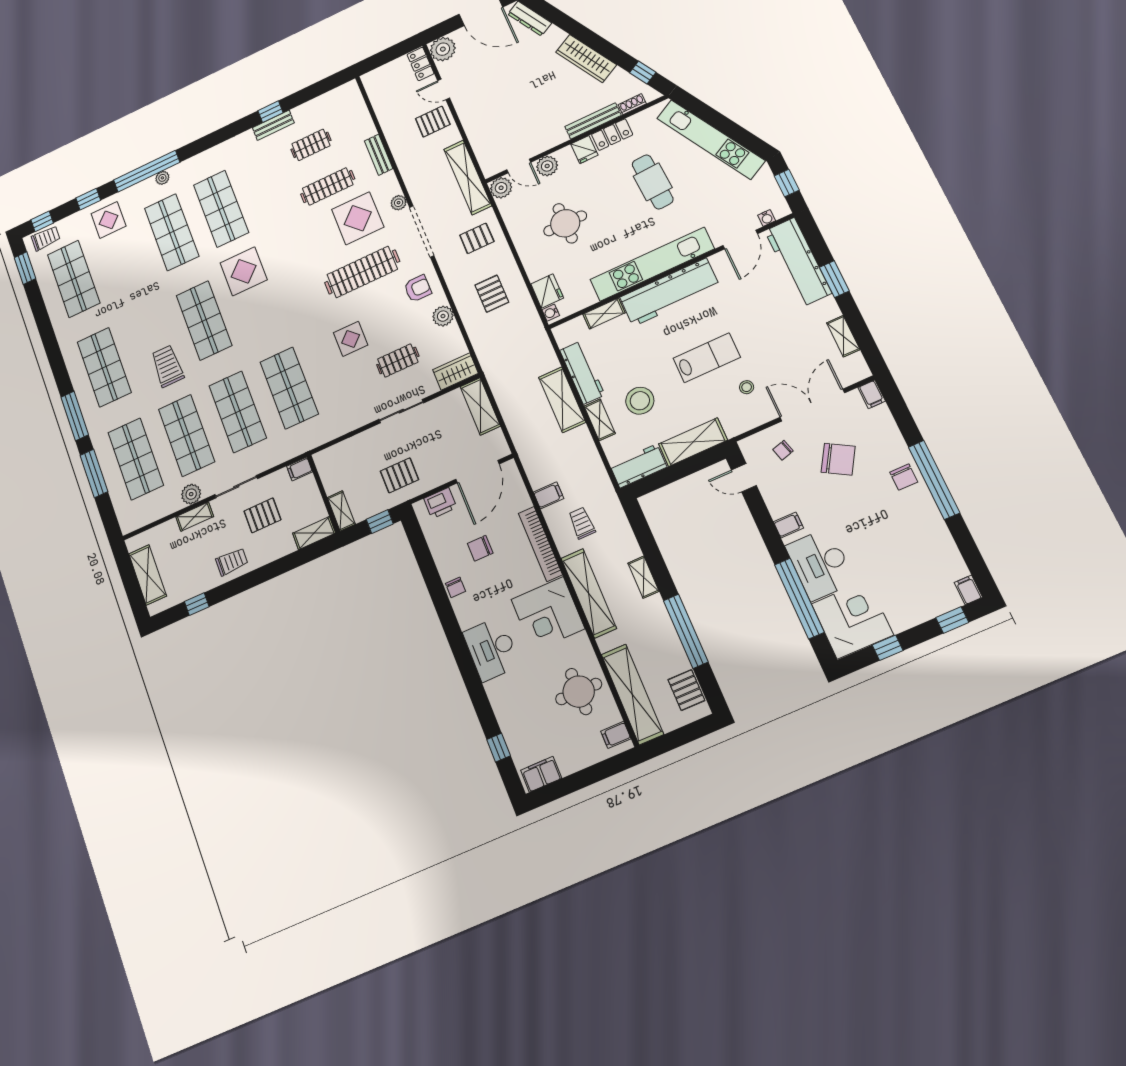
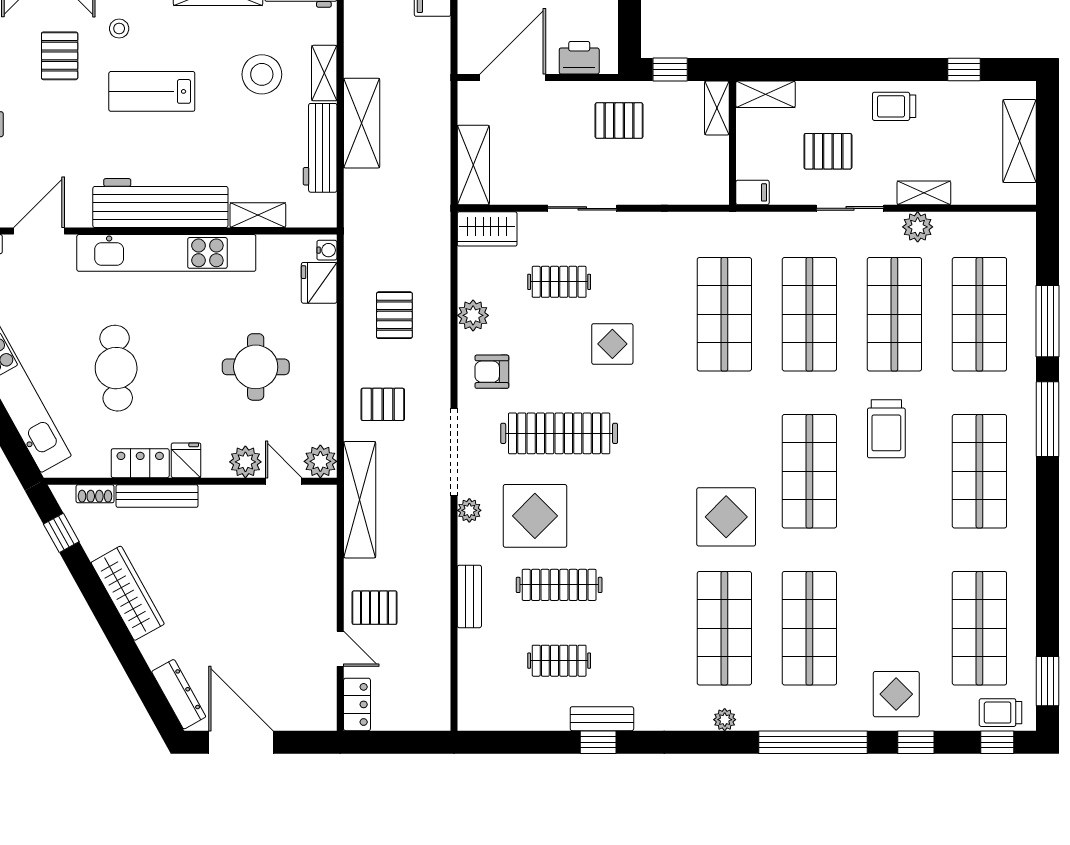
plant: (443, 49) -> (317, 711), removed
plant: (162, 178) -> (725, 720), moved
pallet: (778, 352) -> (60, 56), added

